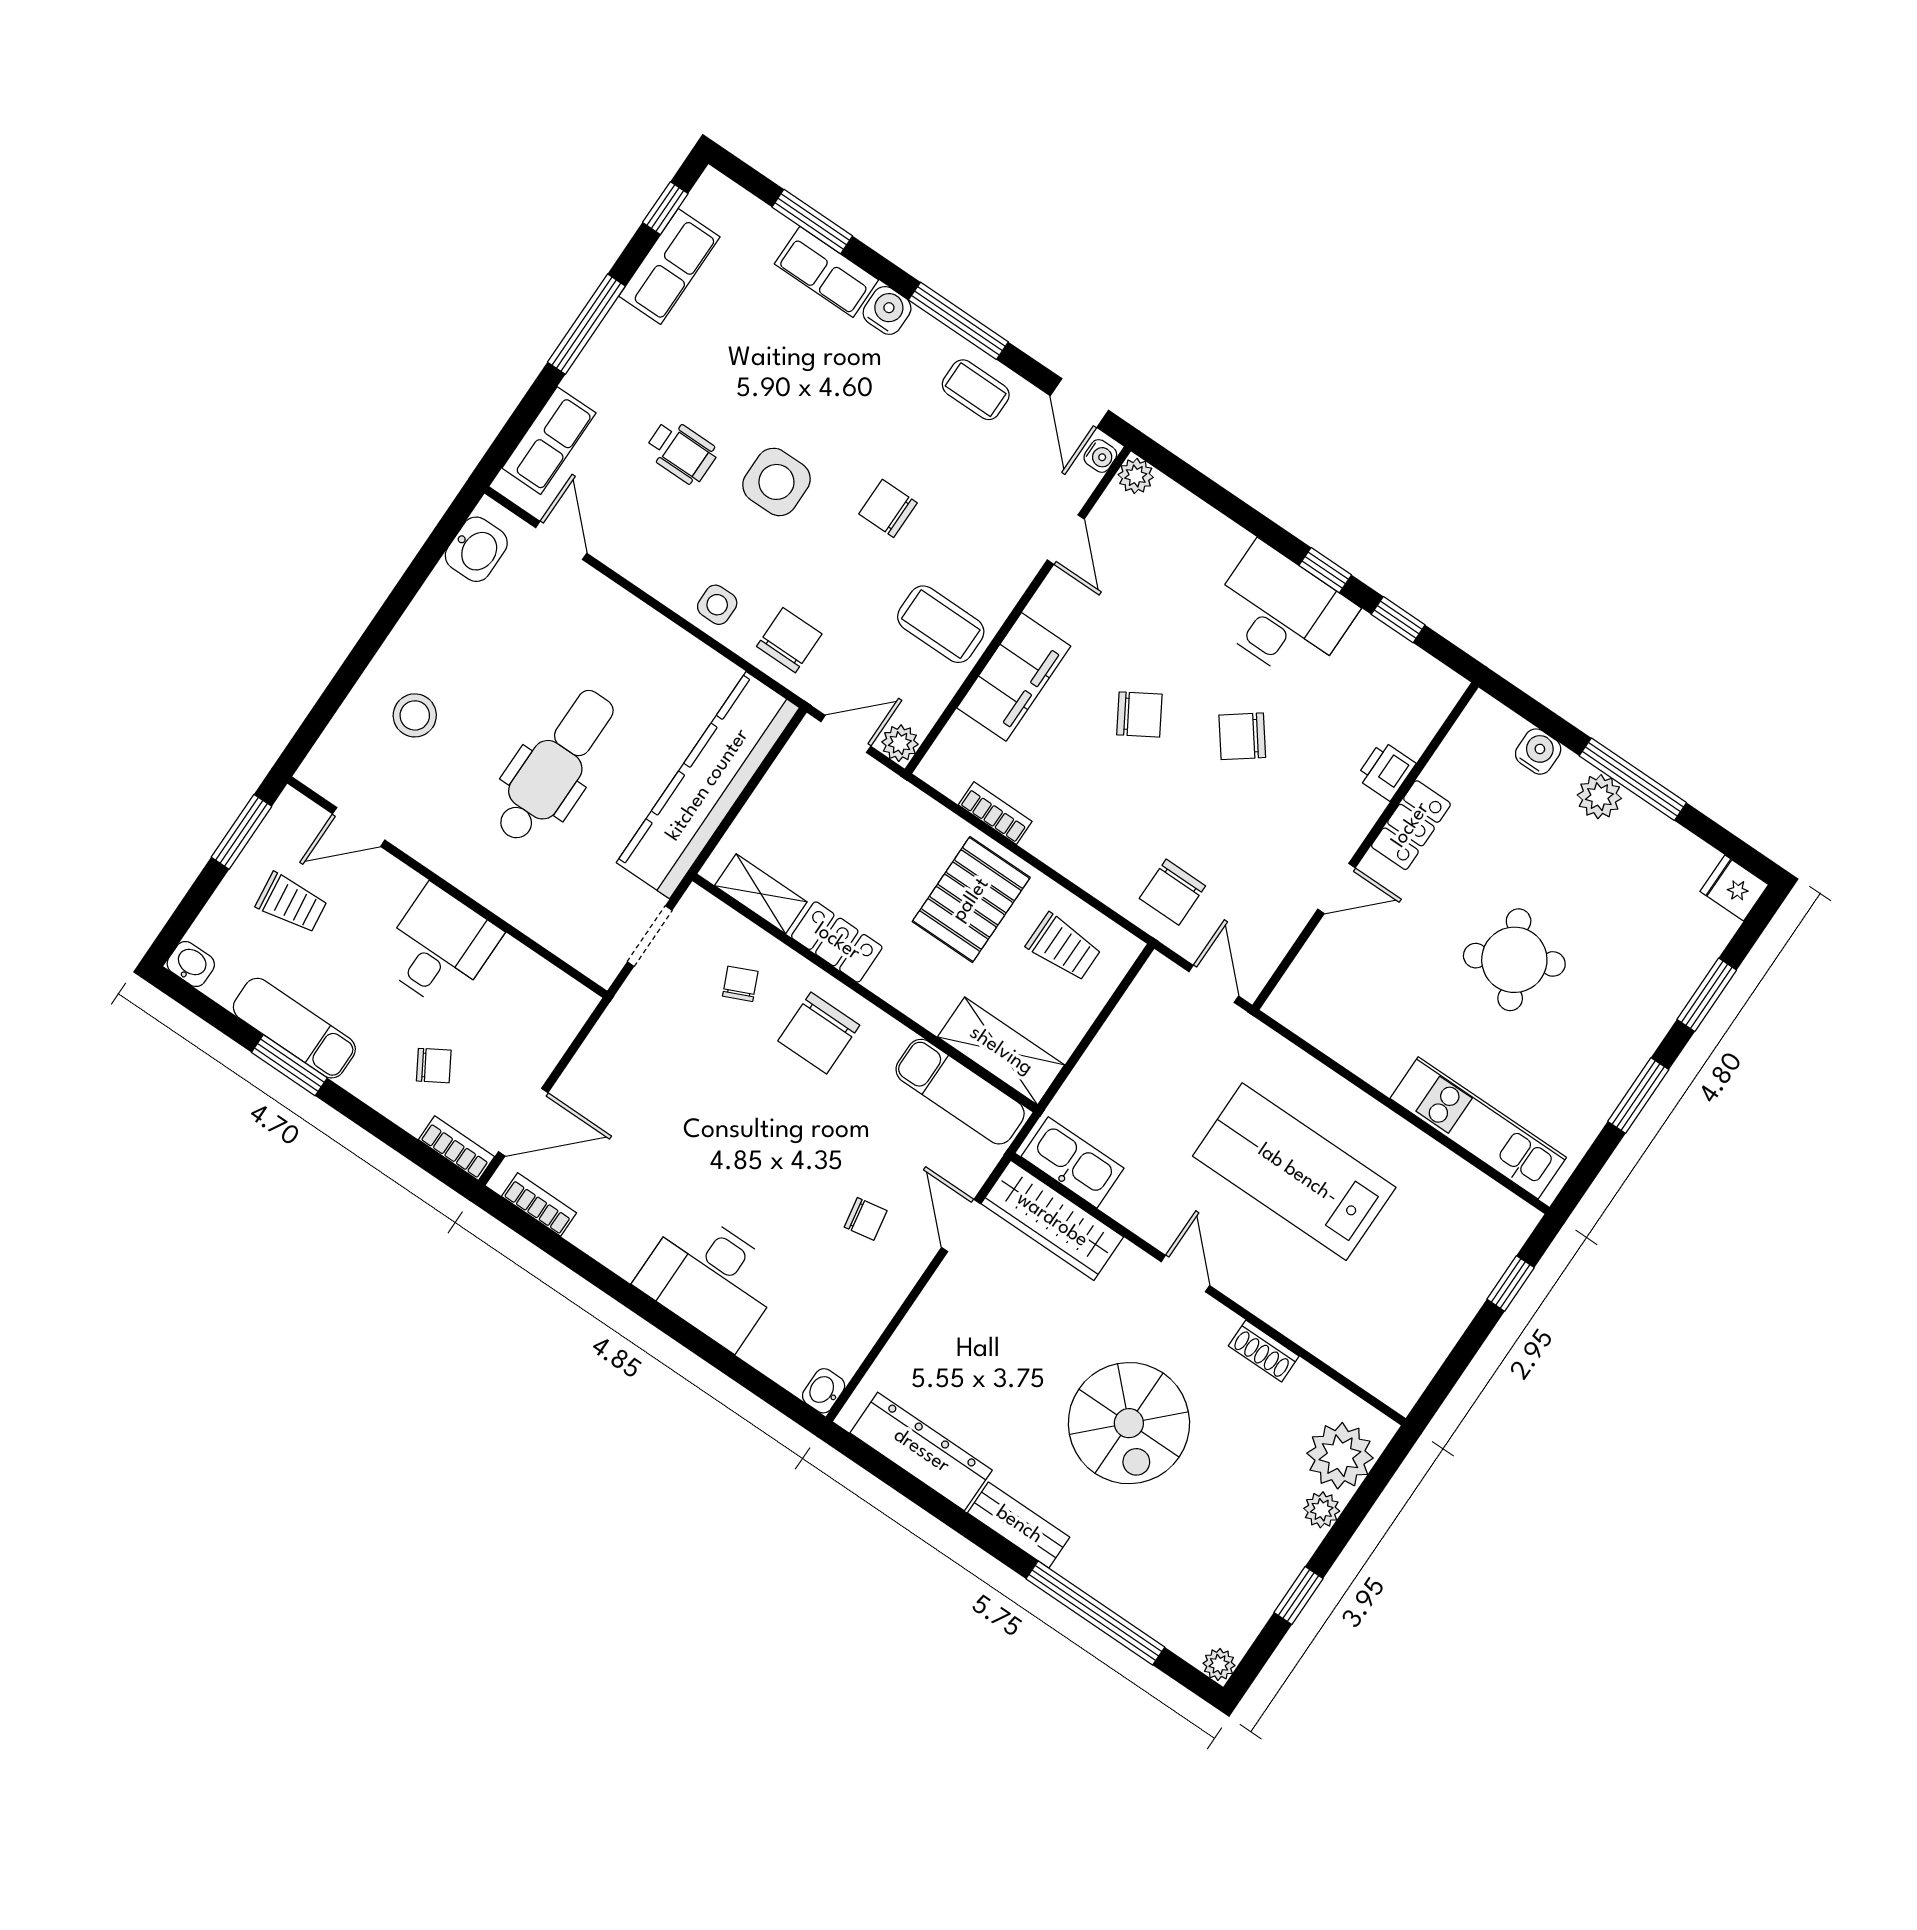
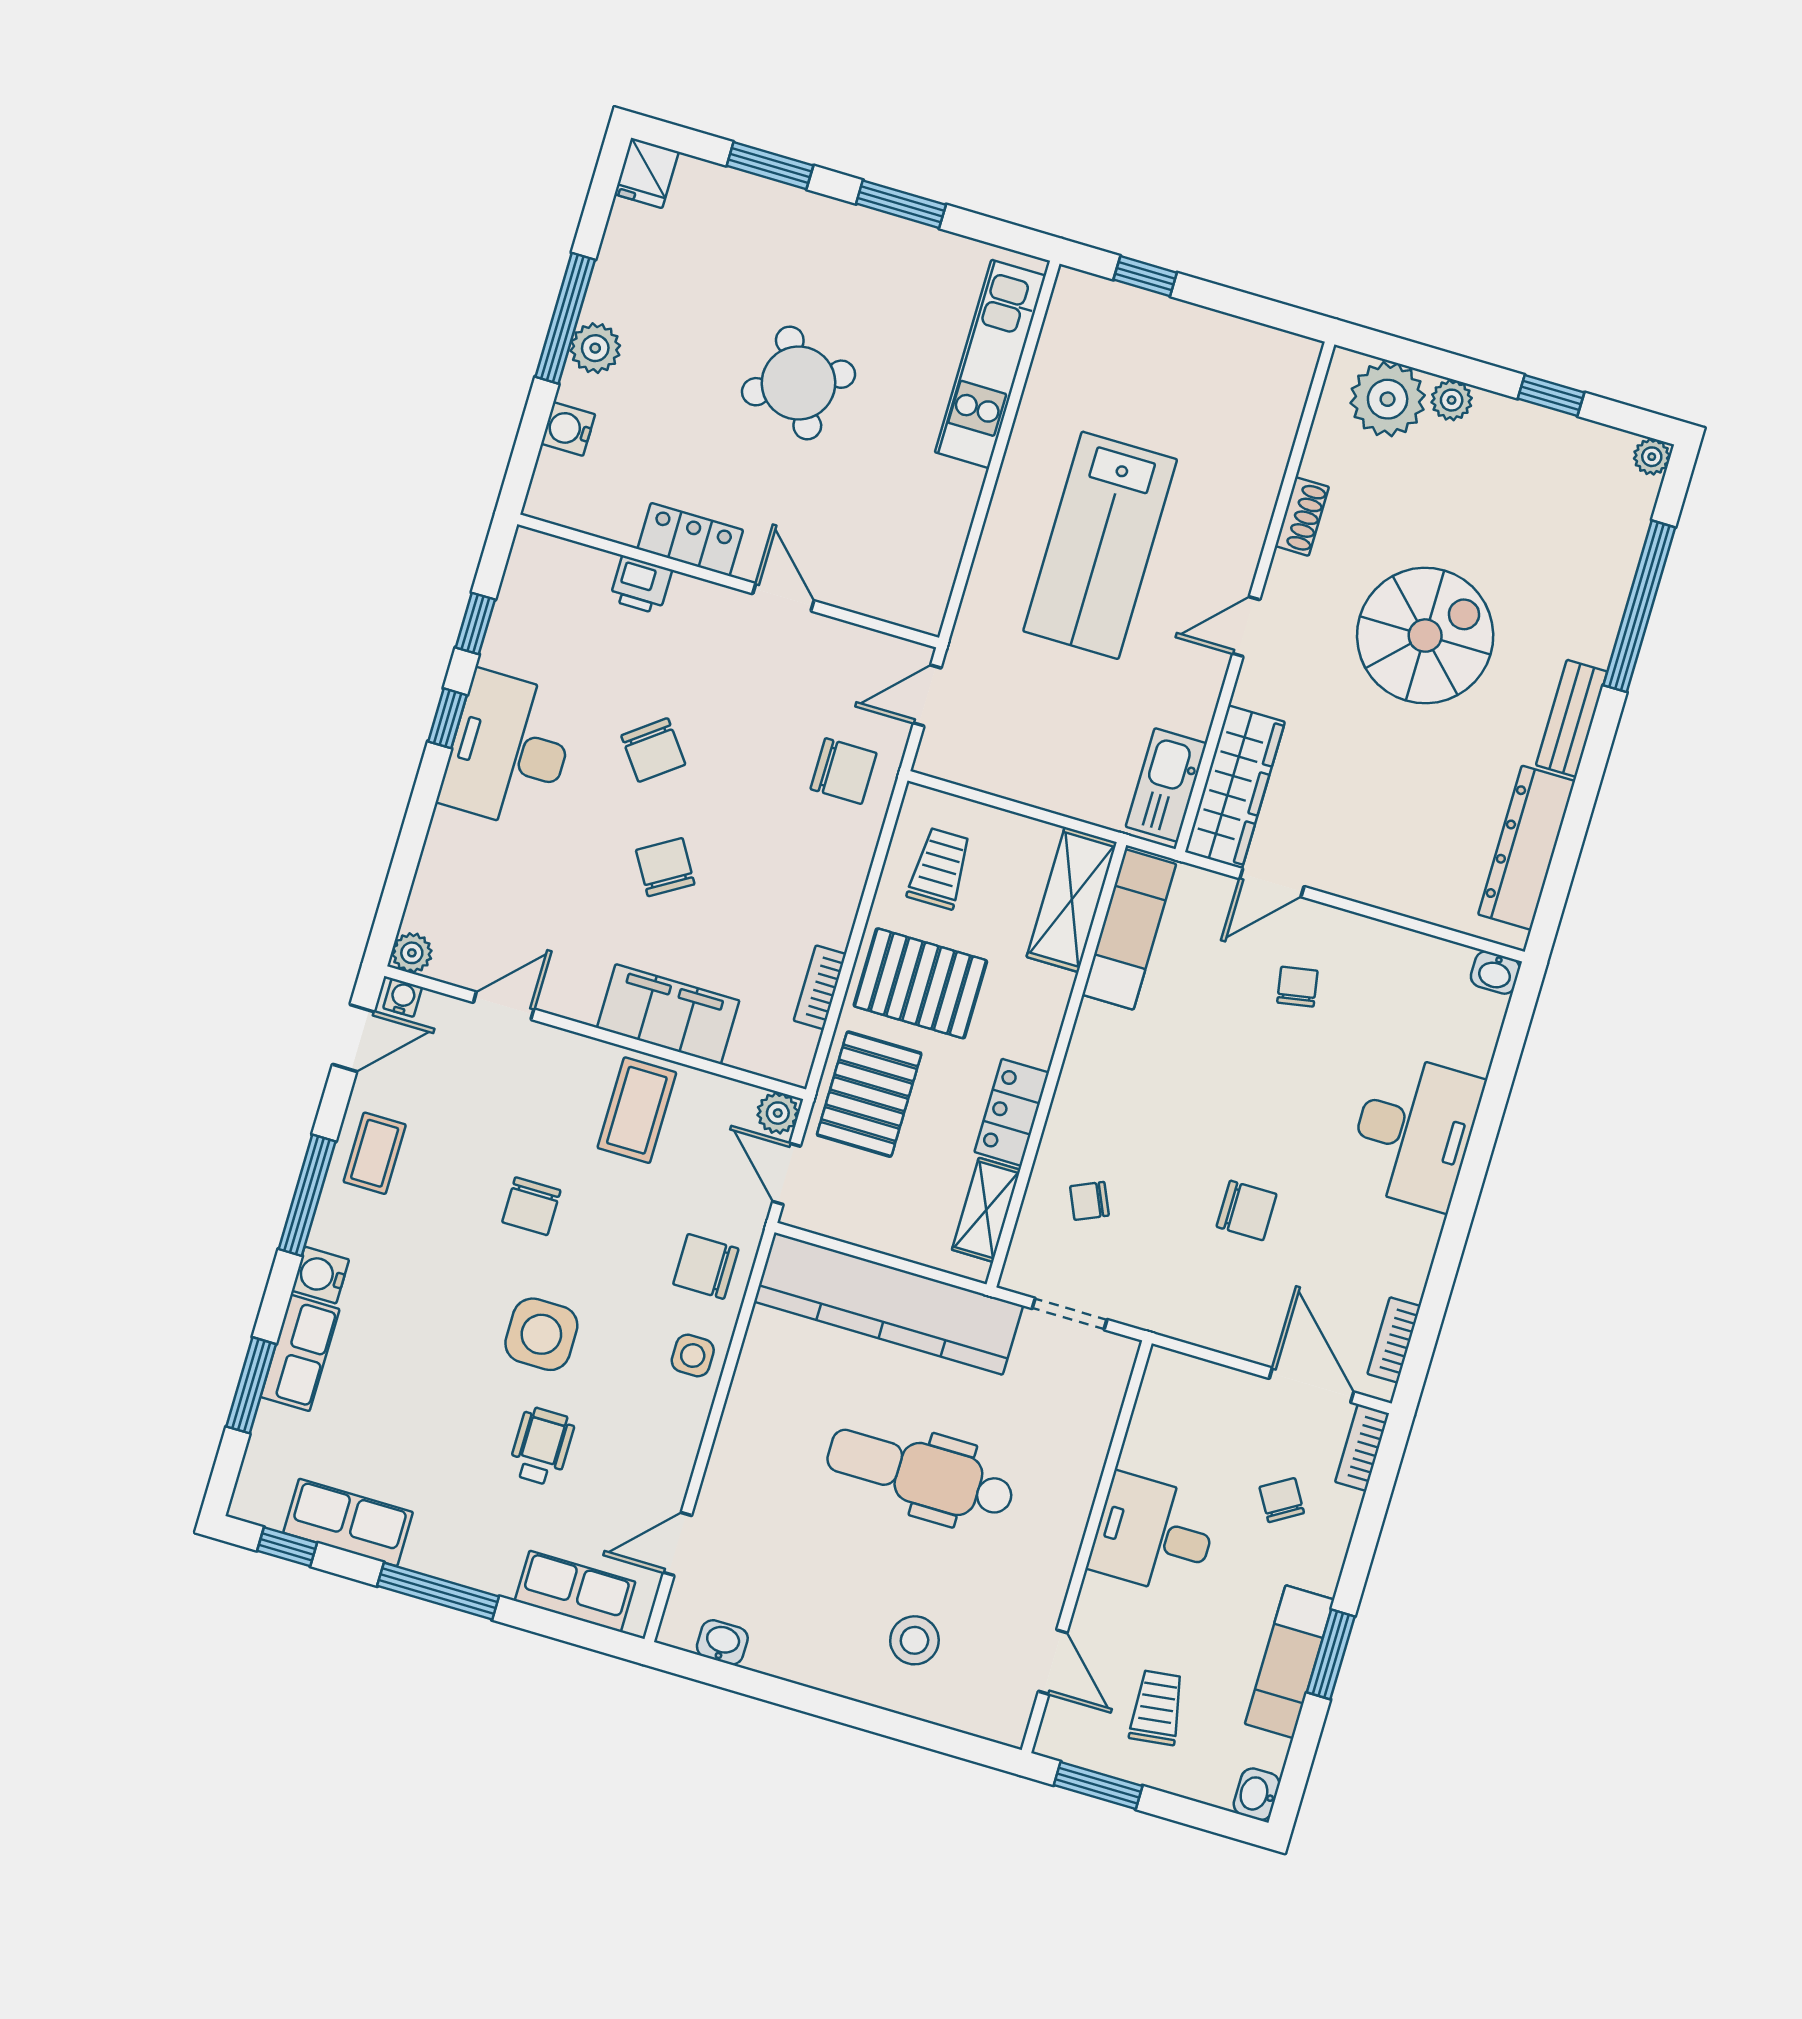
washbasin: (476, 549) -> (722, 1642), width x0.72, depth x0.69
pallet: (891, 826) -> (869, 1094), added
chair: (819, 1033) -> (1247, 1210), moved, width x0.73, depth x0.73

